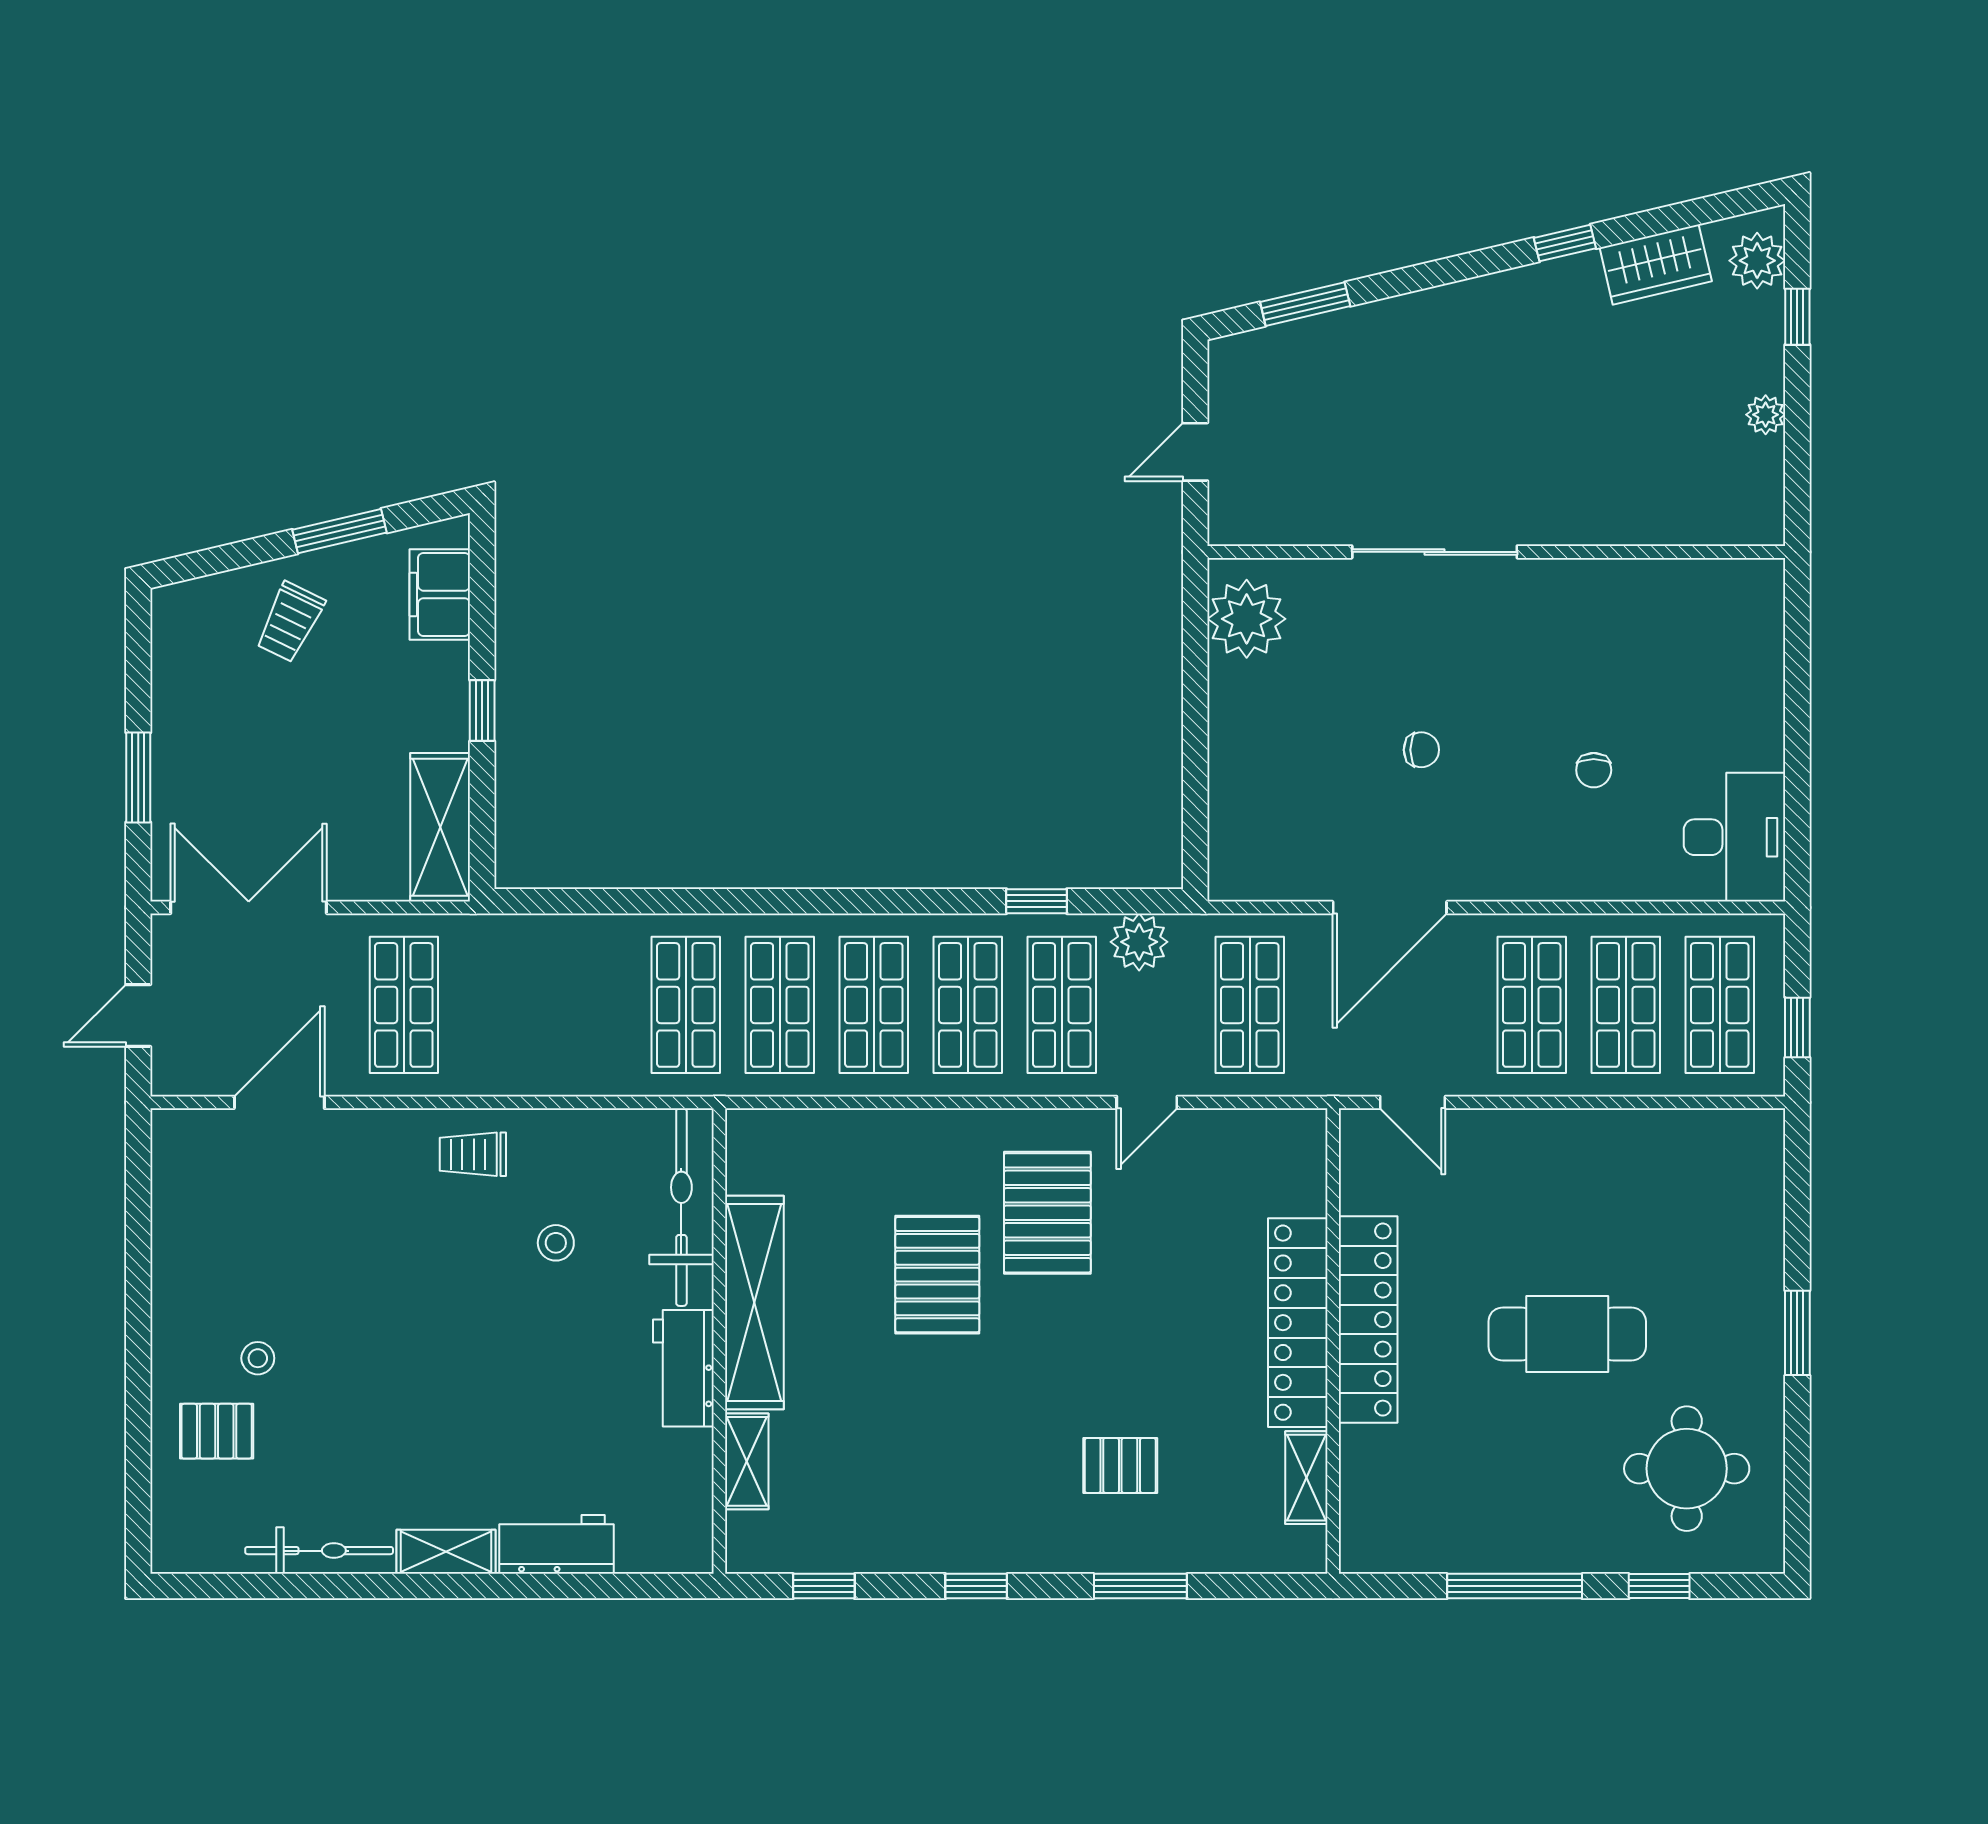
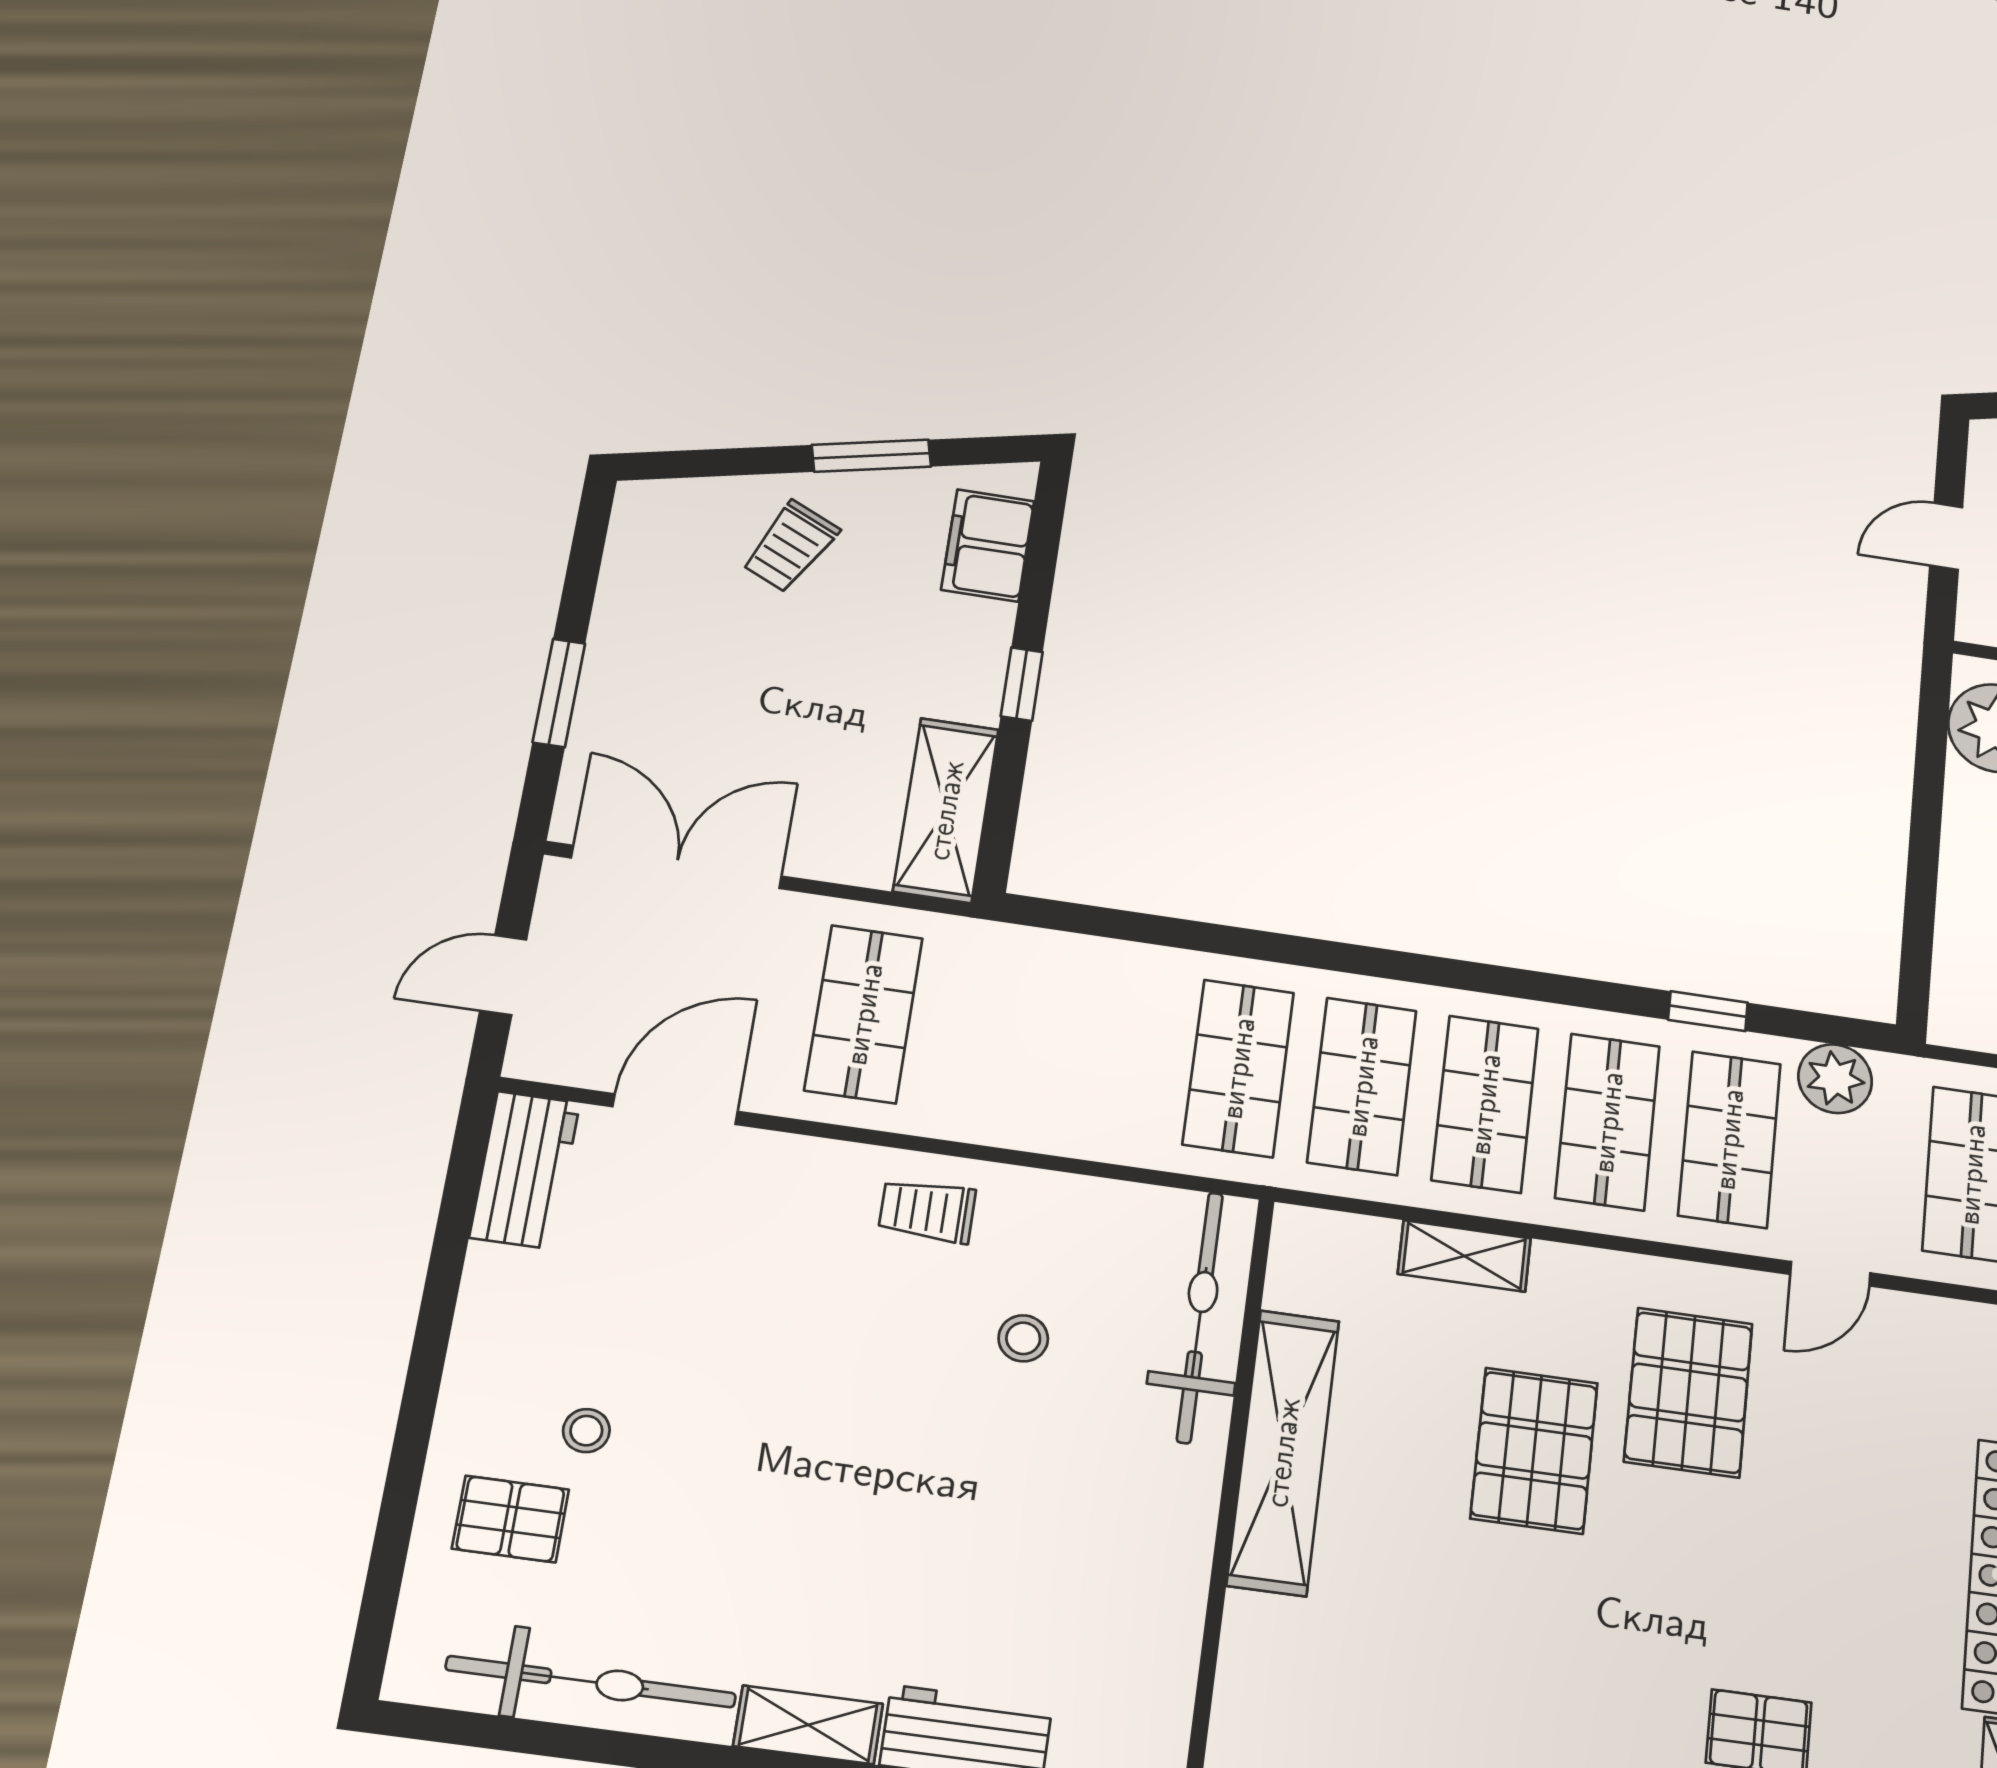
workbench: (683, 1368) -> (525, 1170), moved, turned 180
shelving: (747, 1461) -> (1464, 1256), moved, turned 90
bicycle: (319, 1551) -> (591, 1682), width x1.37, depth x1.40

